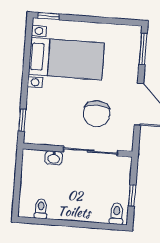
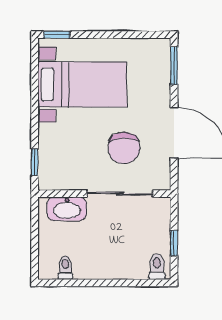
washbasin: (54, 158) -> (67, 209), width x1.91, depth x1.45

